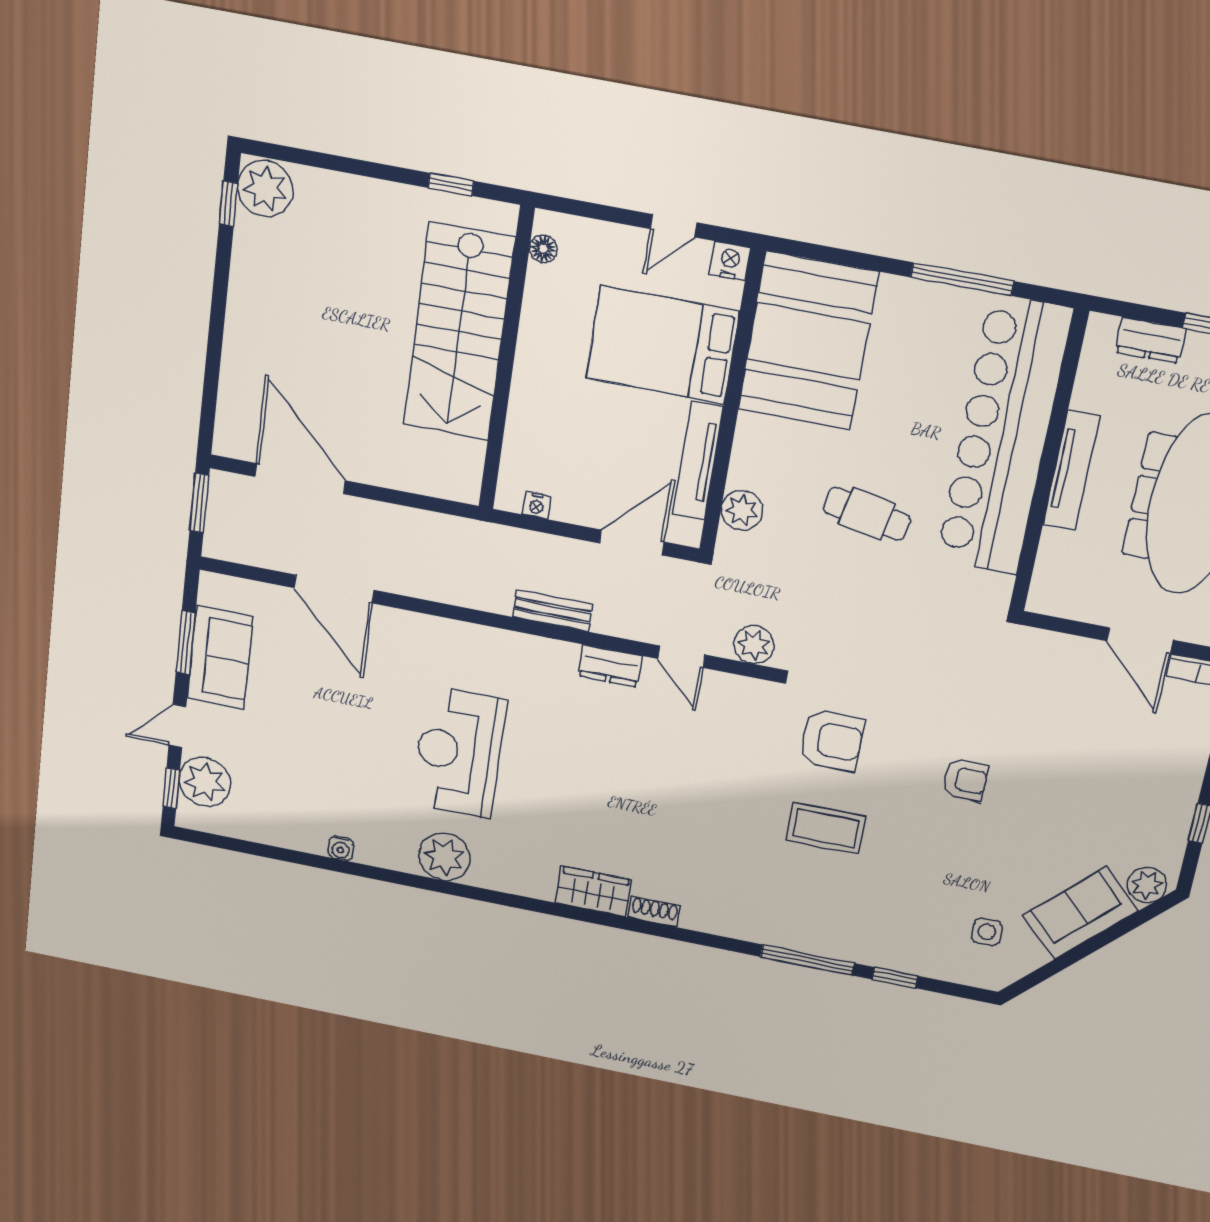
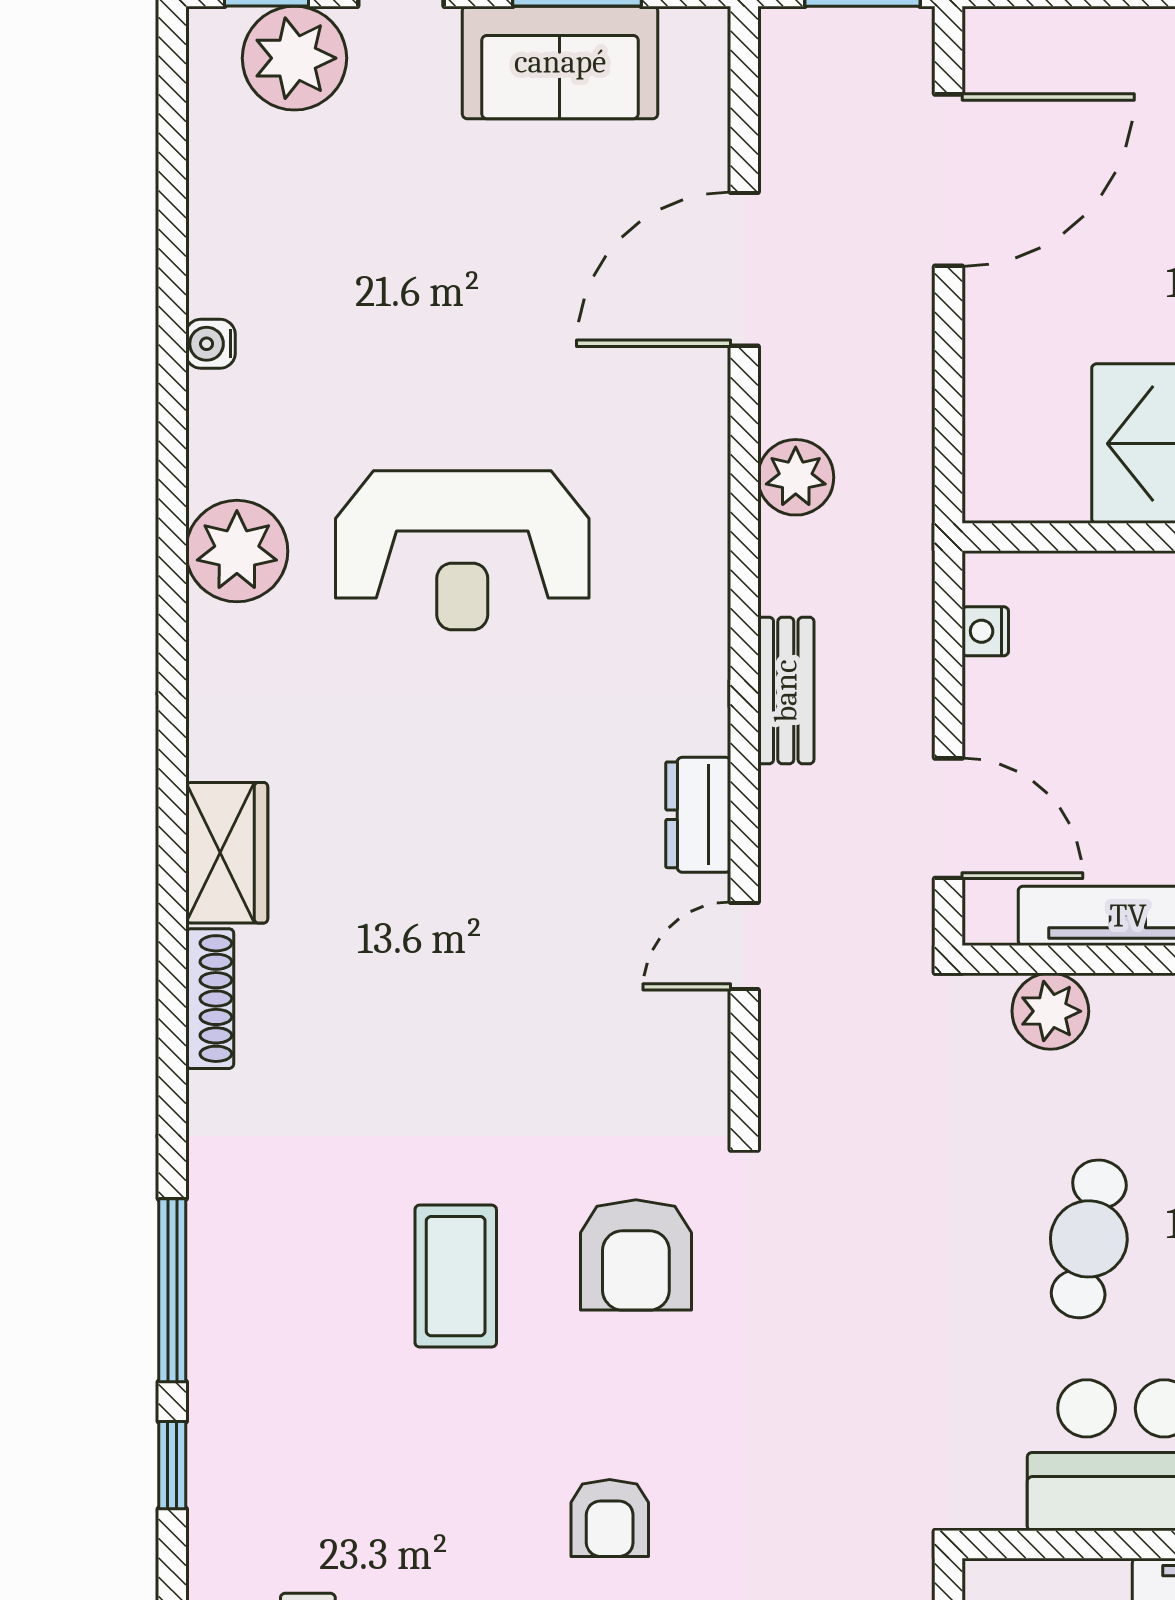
plant: (754, 645) -> (796, 477), moved
reception desk: (459, 752) -> (462, 550), turned 180
shoe rack: (654, 912) -> (210, 999), width x1.43

